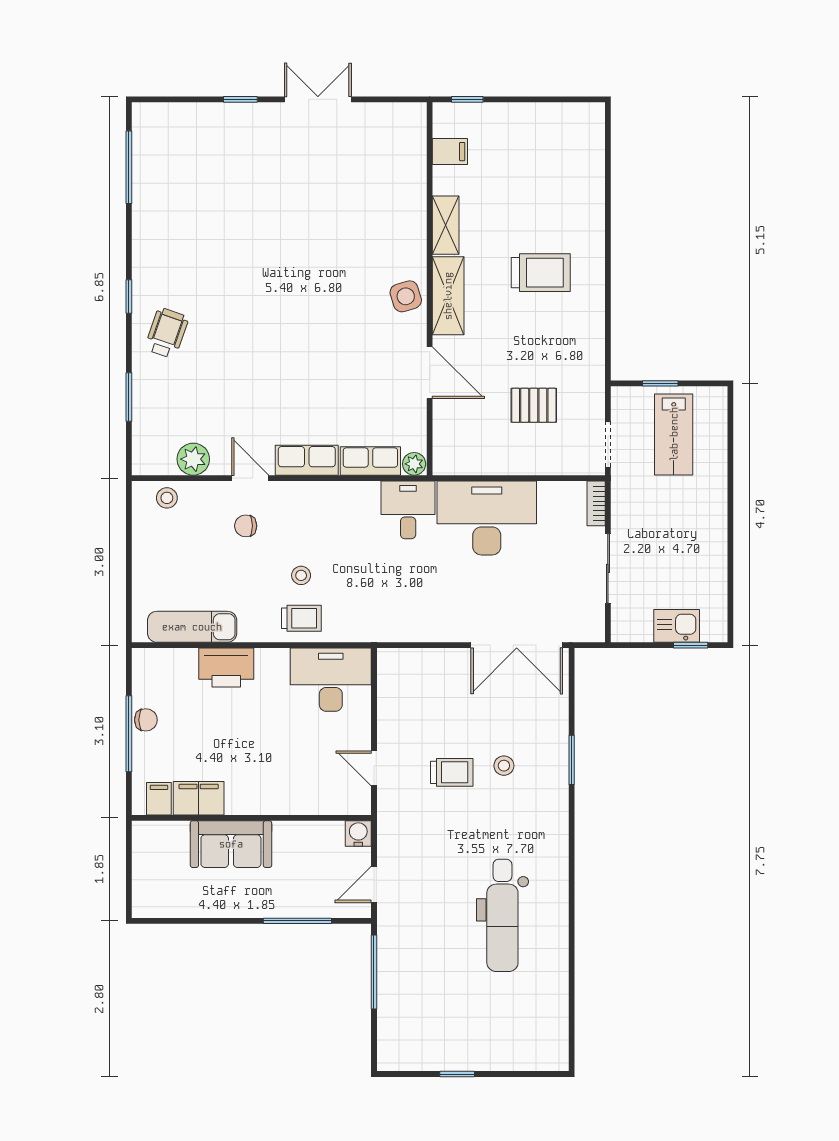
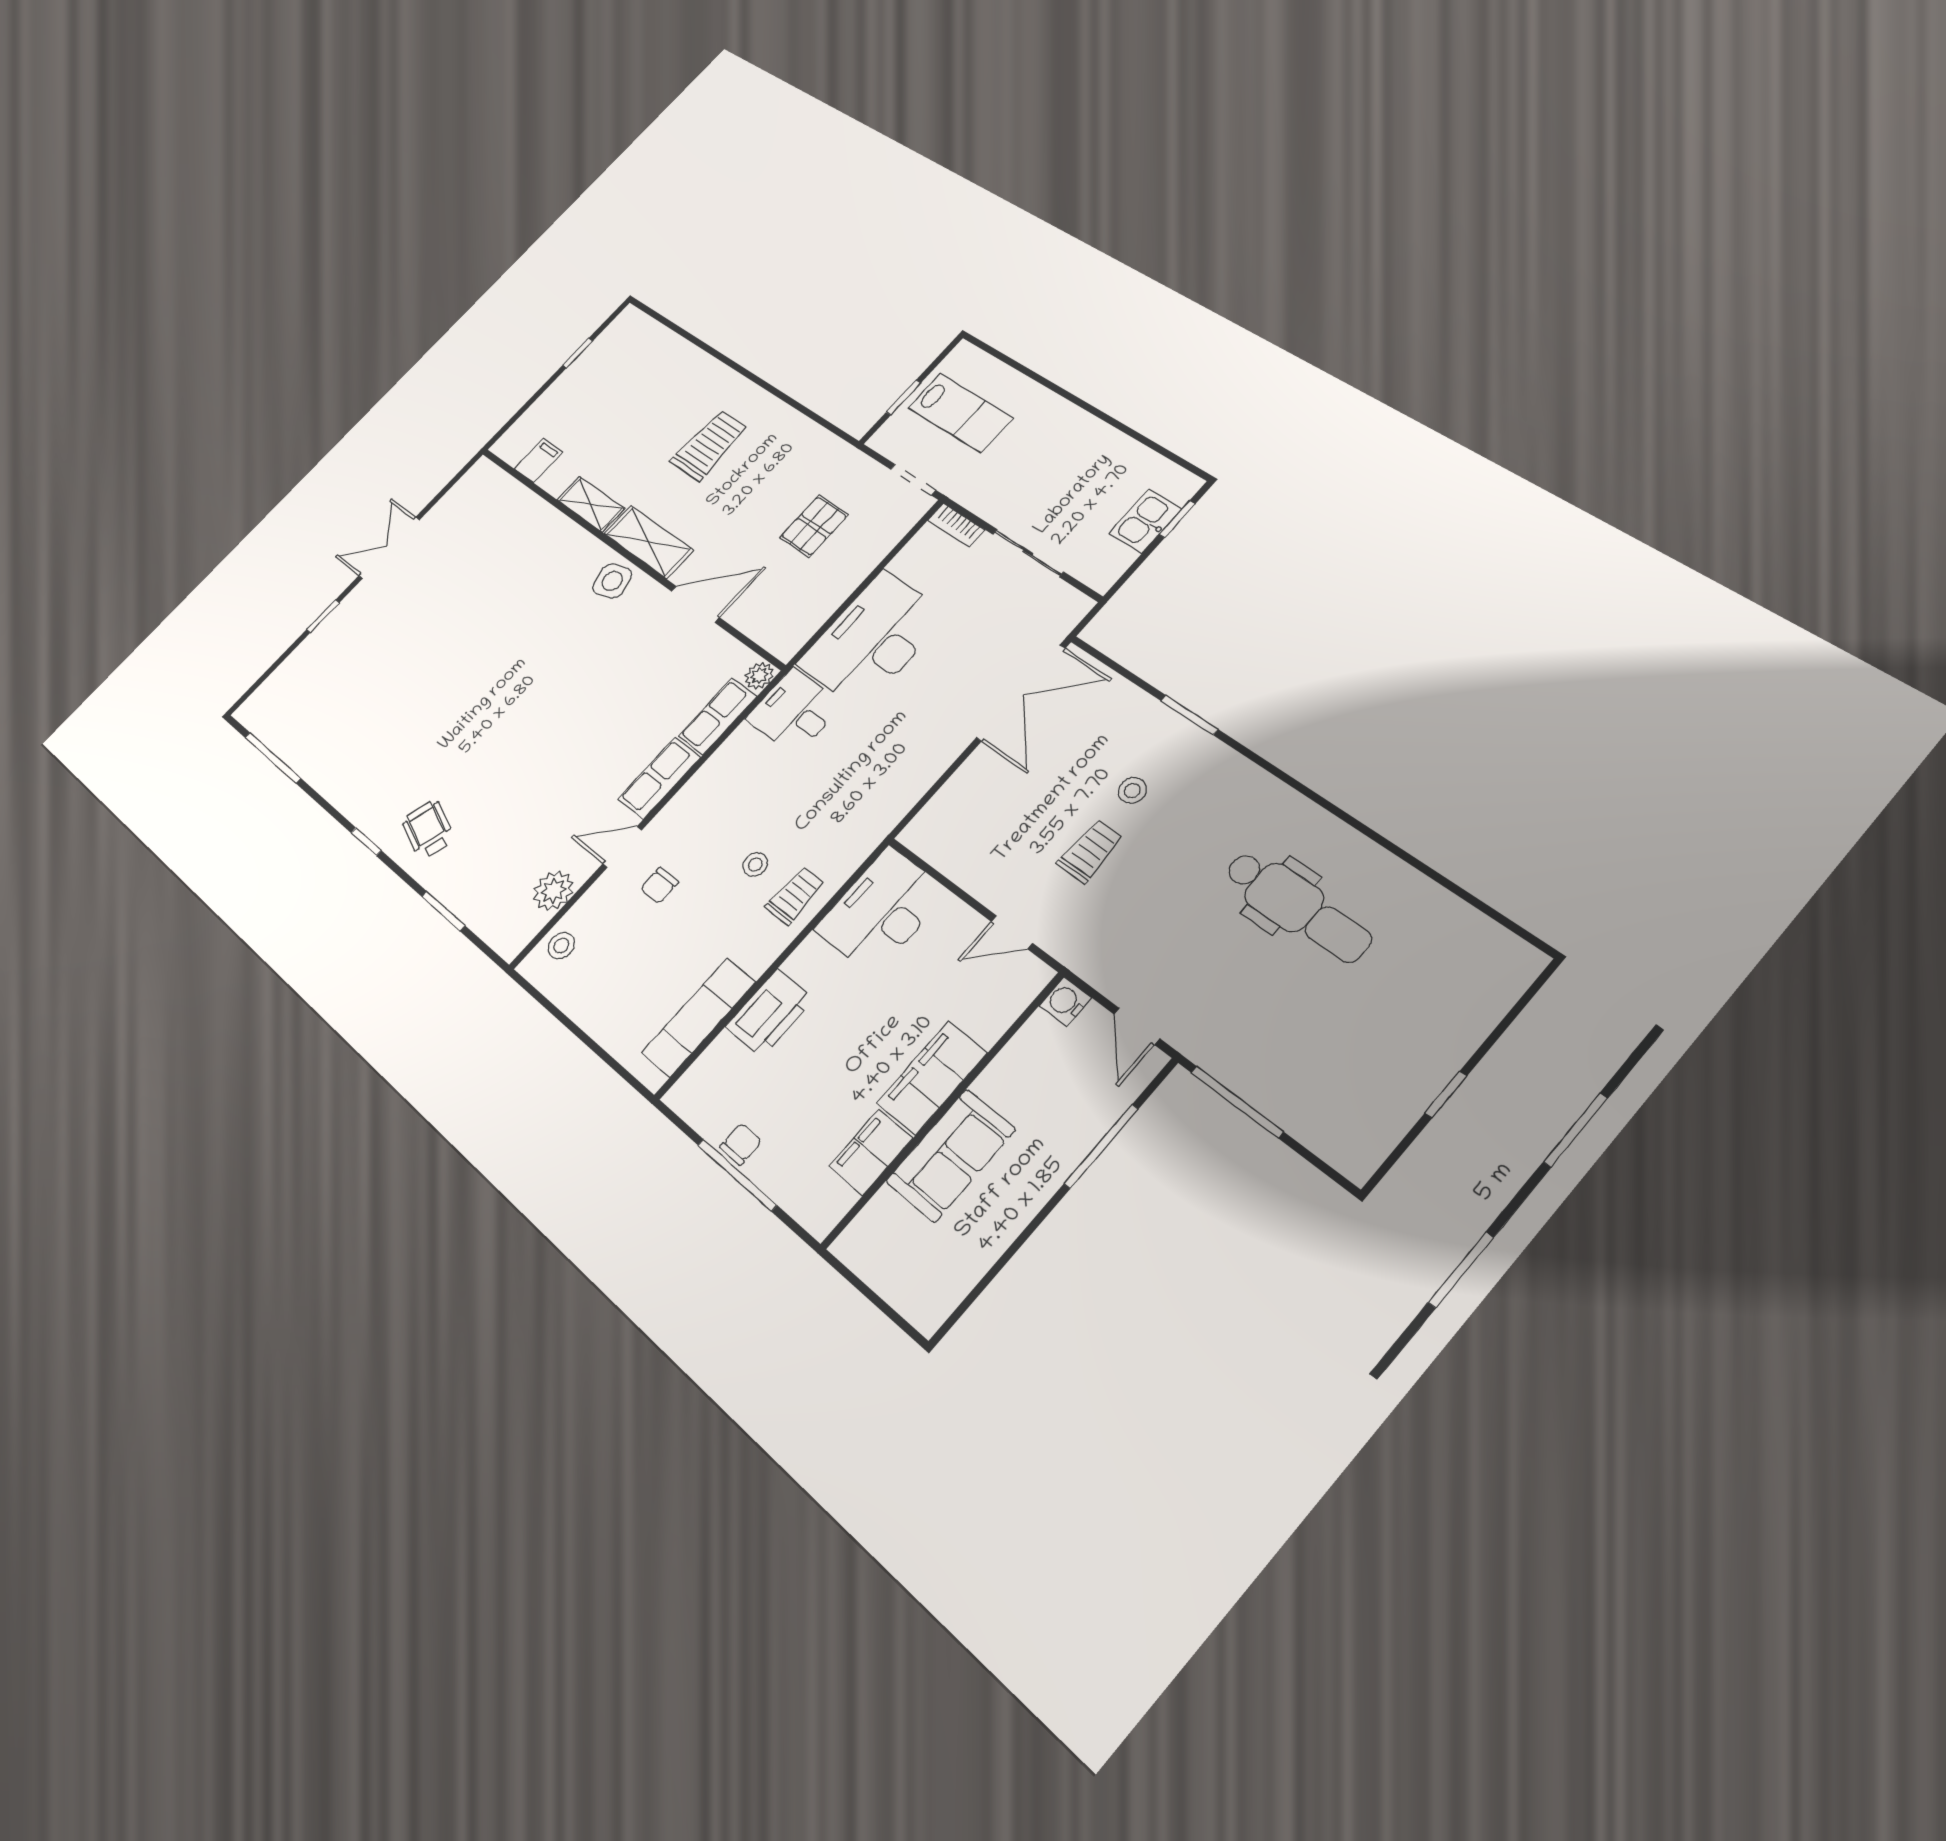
window: (467, 99) -> (578, 353), moved
filing cabinet: (159, 799) -> (932, 1078), moved, width x3.00, depth x1.17

